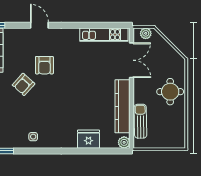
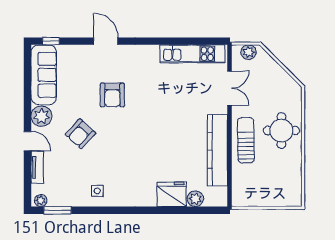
double door: (132, 60) -> (230, 88), width x0.73
armchair: (24, 84) -> (81, 134), moved
sun lounger: (140, 121) -> (246, 140), moved
plant: (124, 142) -> (195, 199), moved

